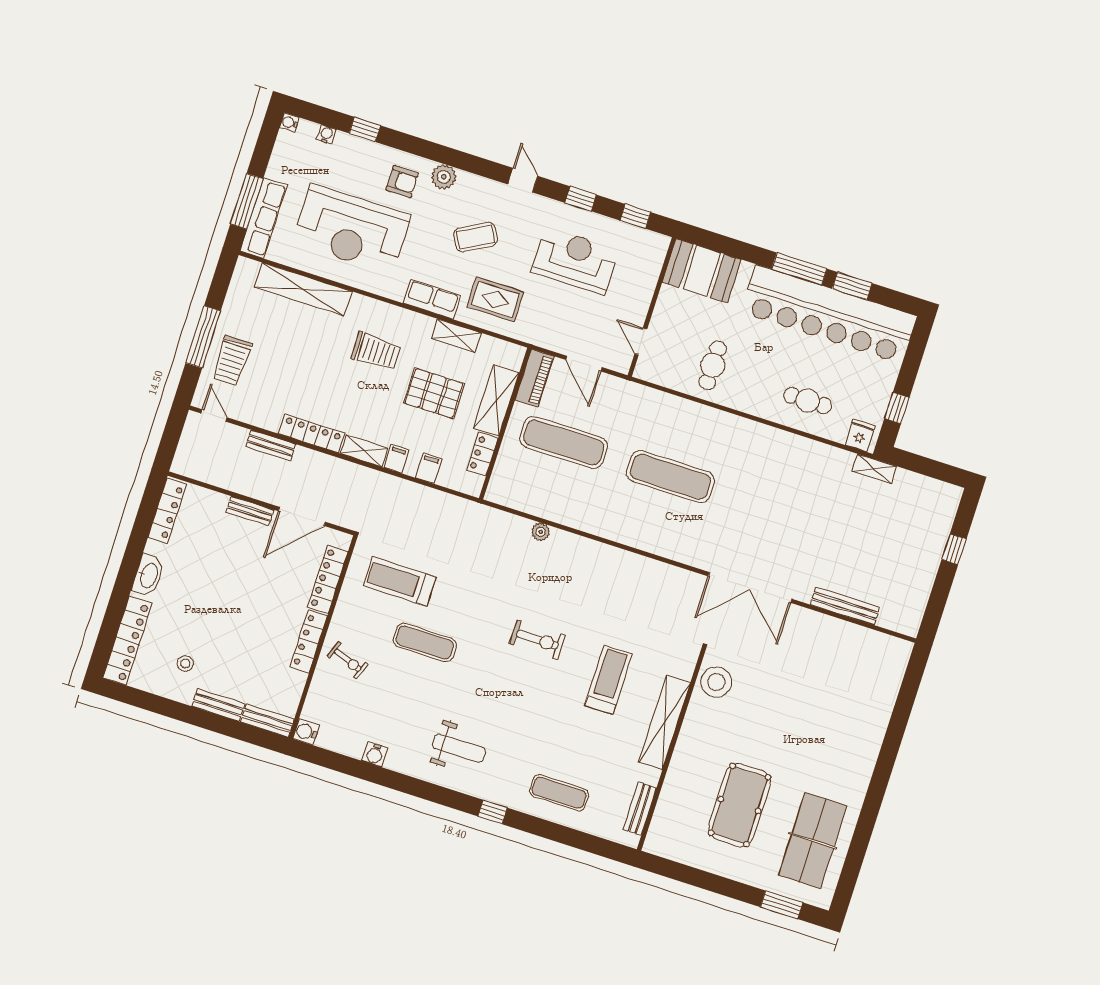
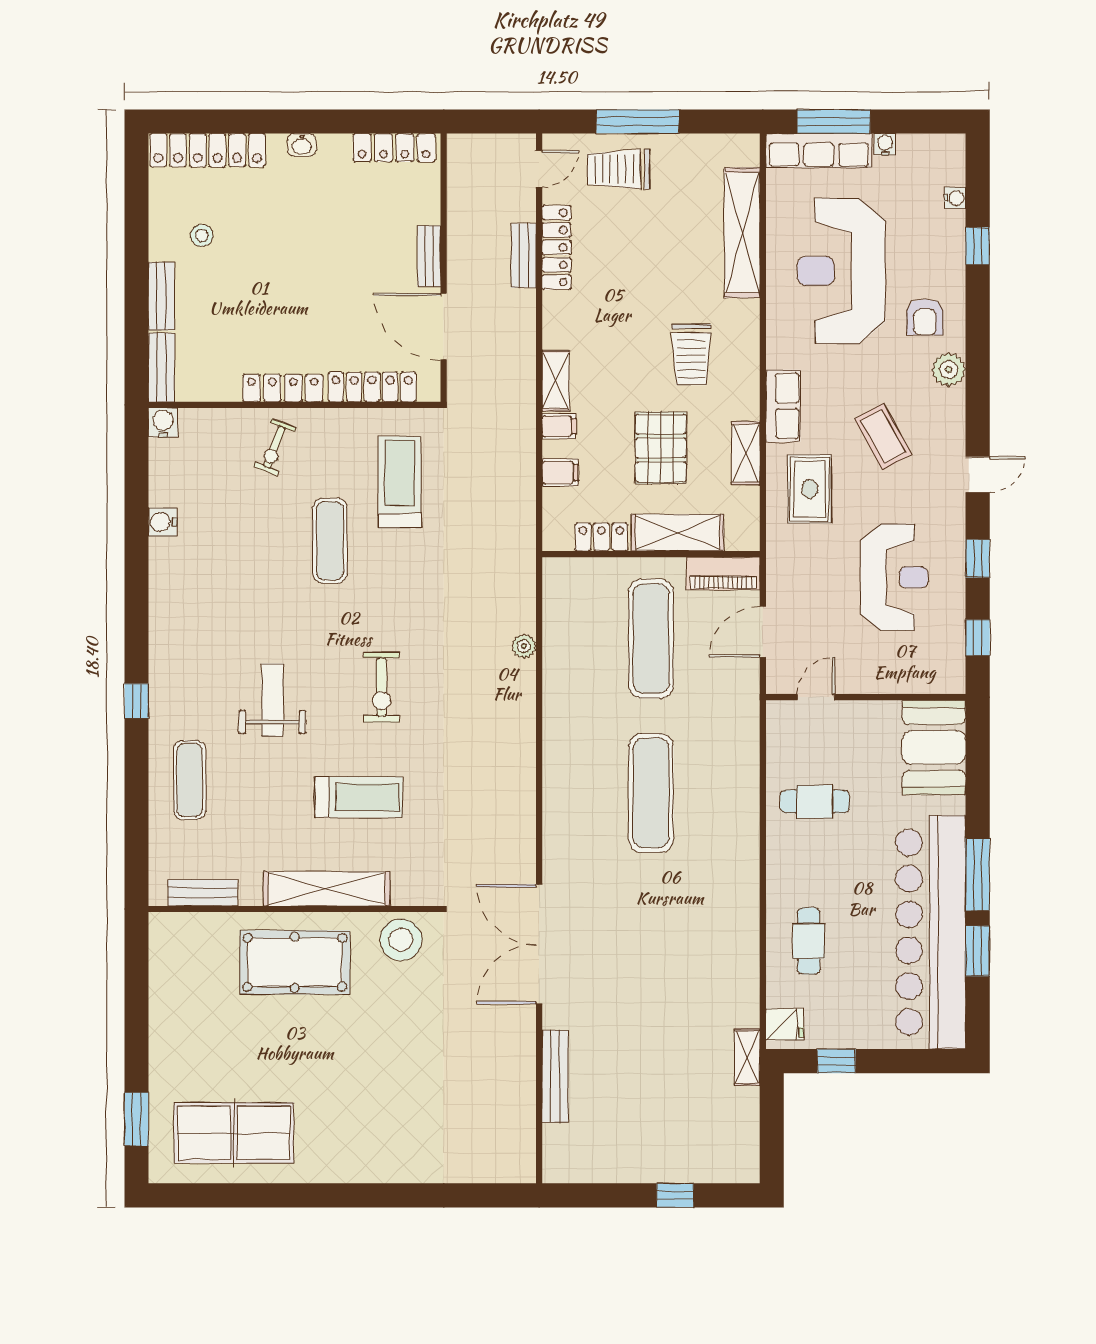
water cooler: (289, 123) -> (885, 144), moved
locker: (312, 433) -> (557, 247), moved
washbasin: (148, 575) -> (302, 145), width x0.52, depth x0.69
weight bench: (459, 748) -> (272, 700), moved, turned 180
pool table: (740, 805) -> (295, 962), moved

